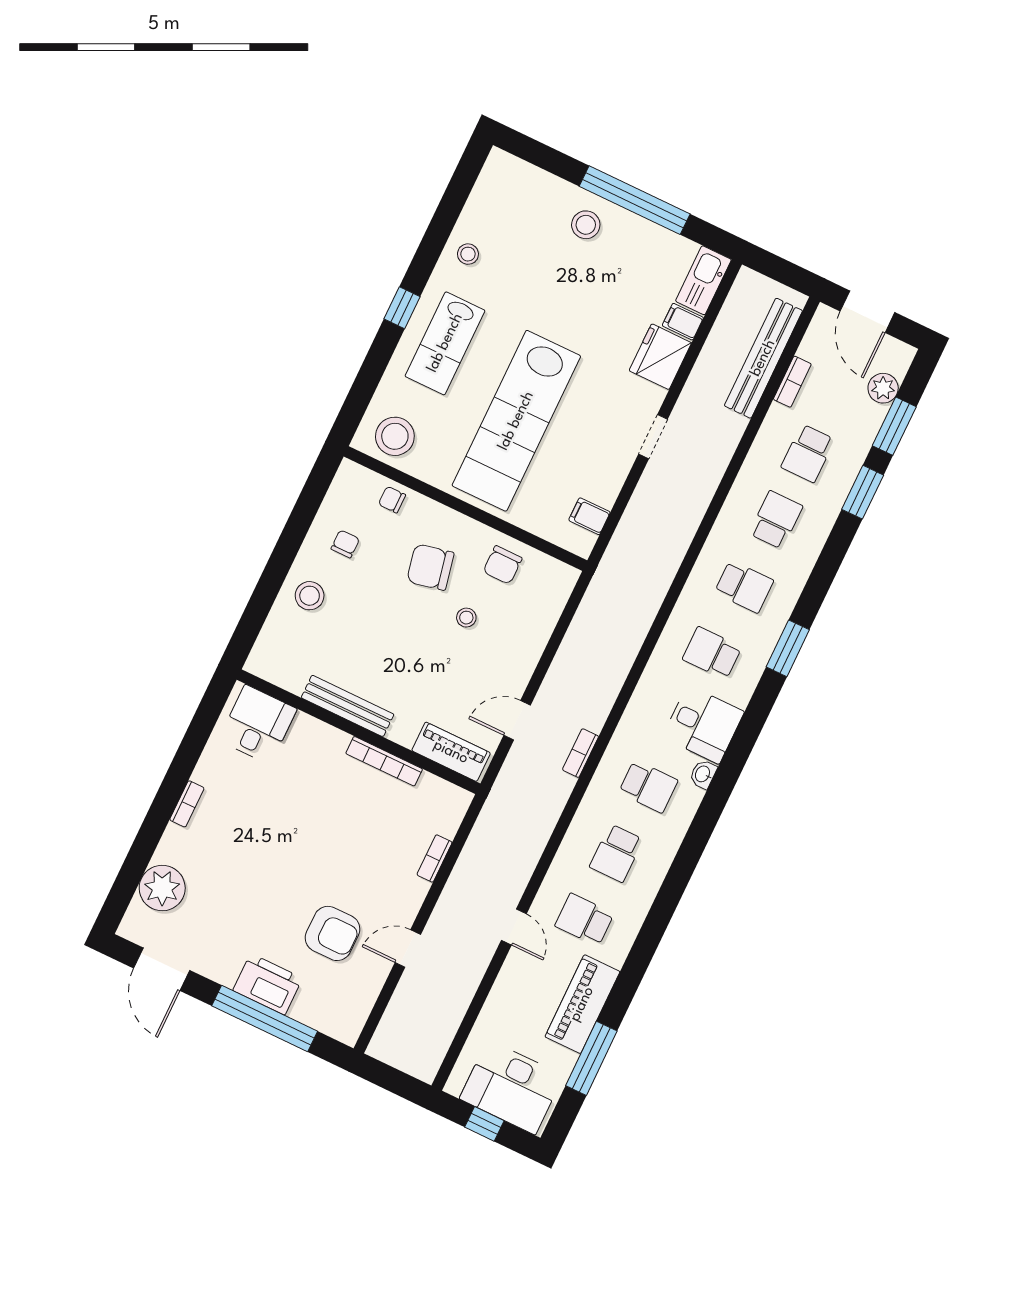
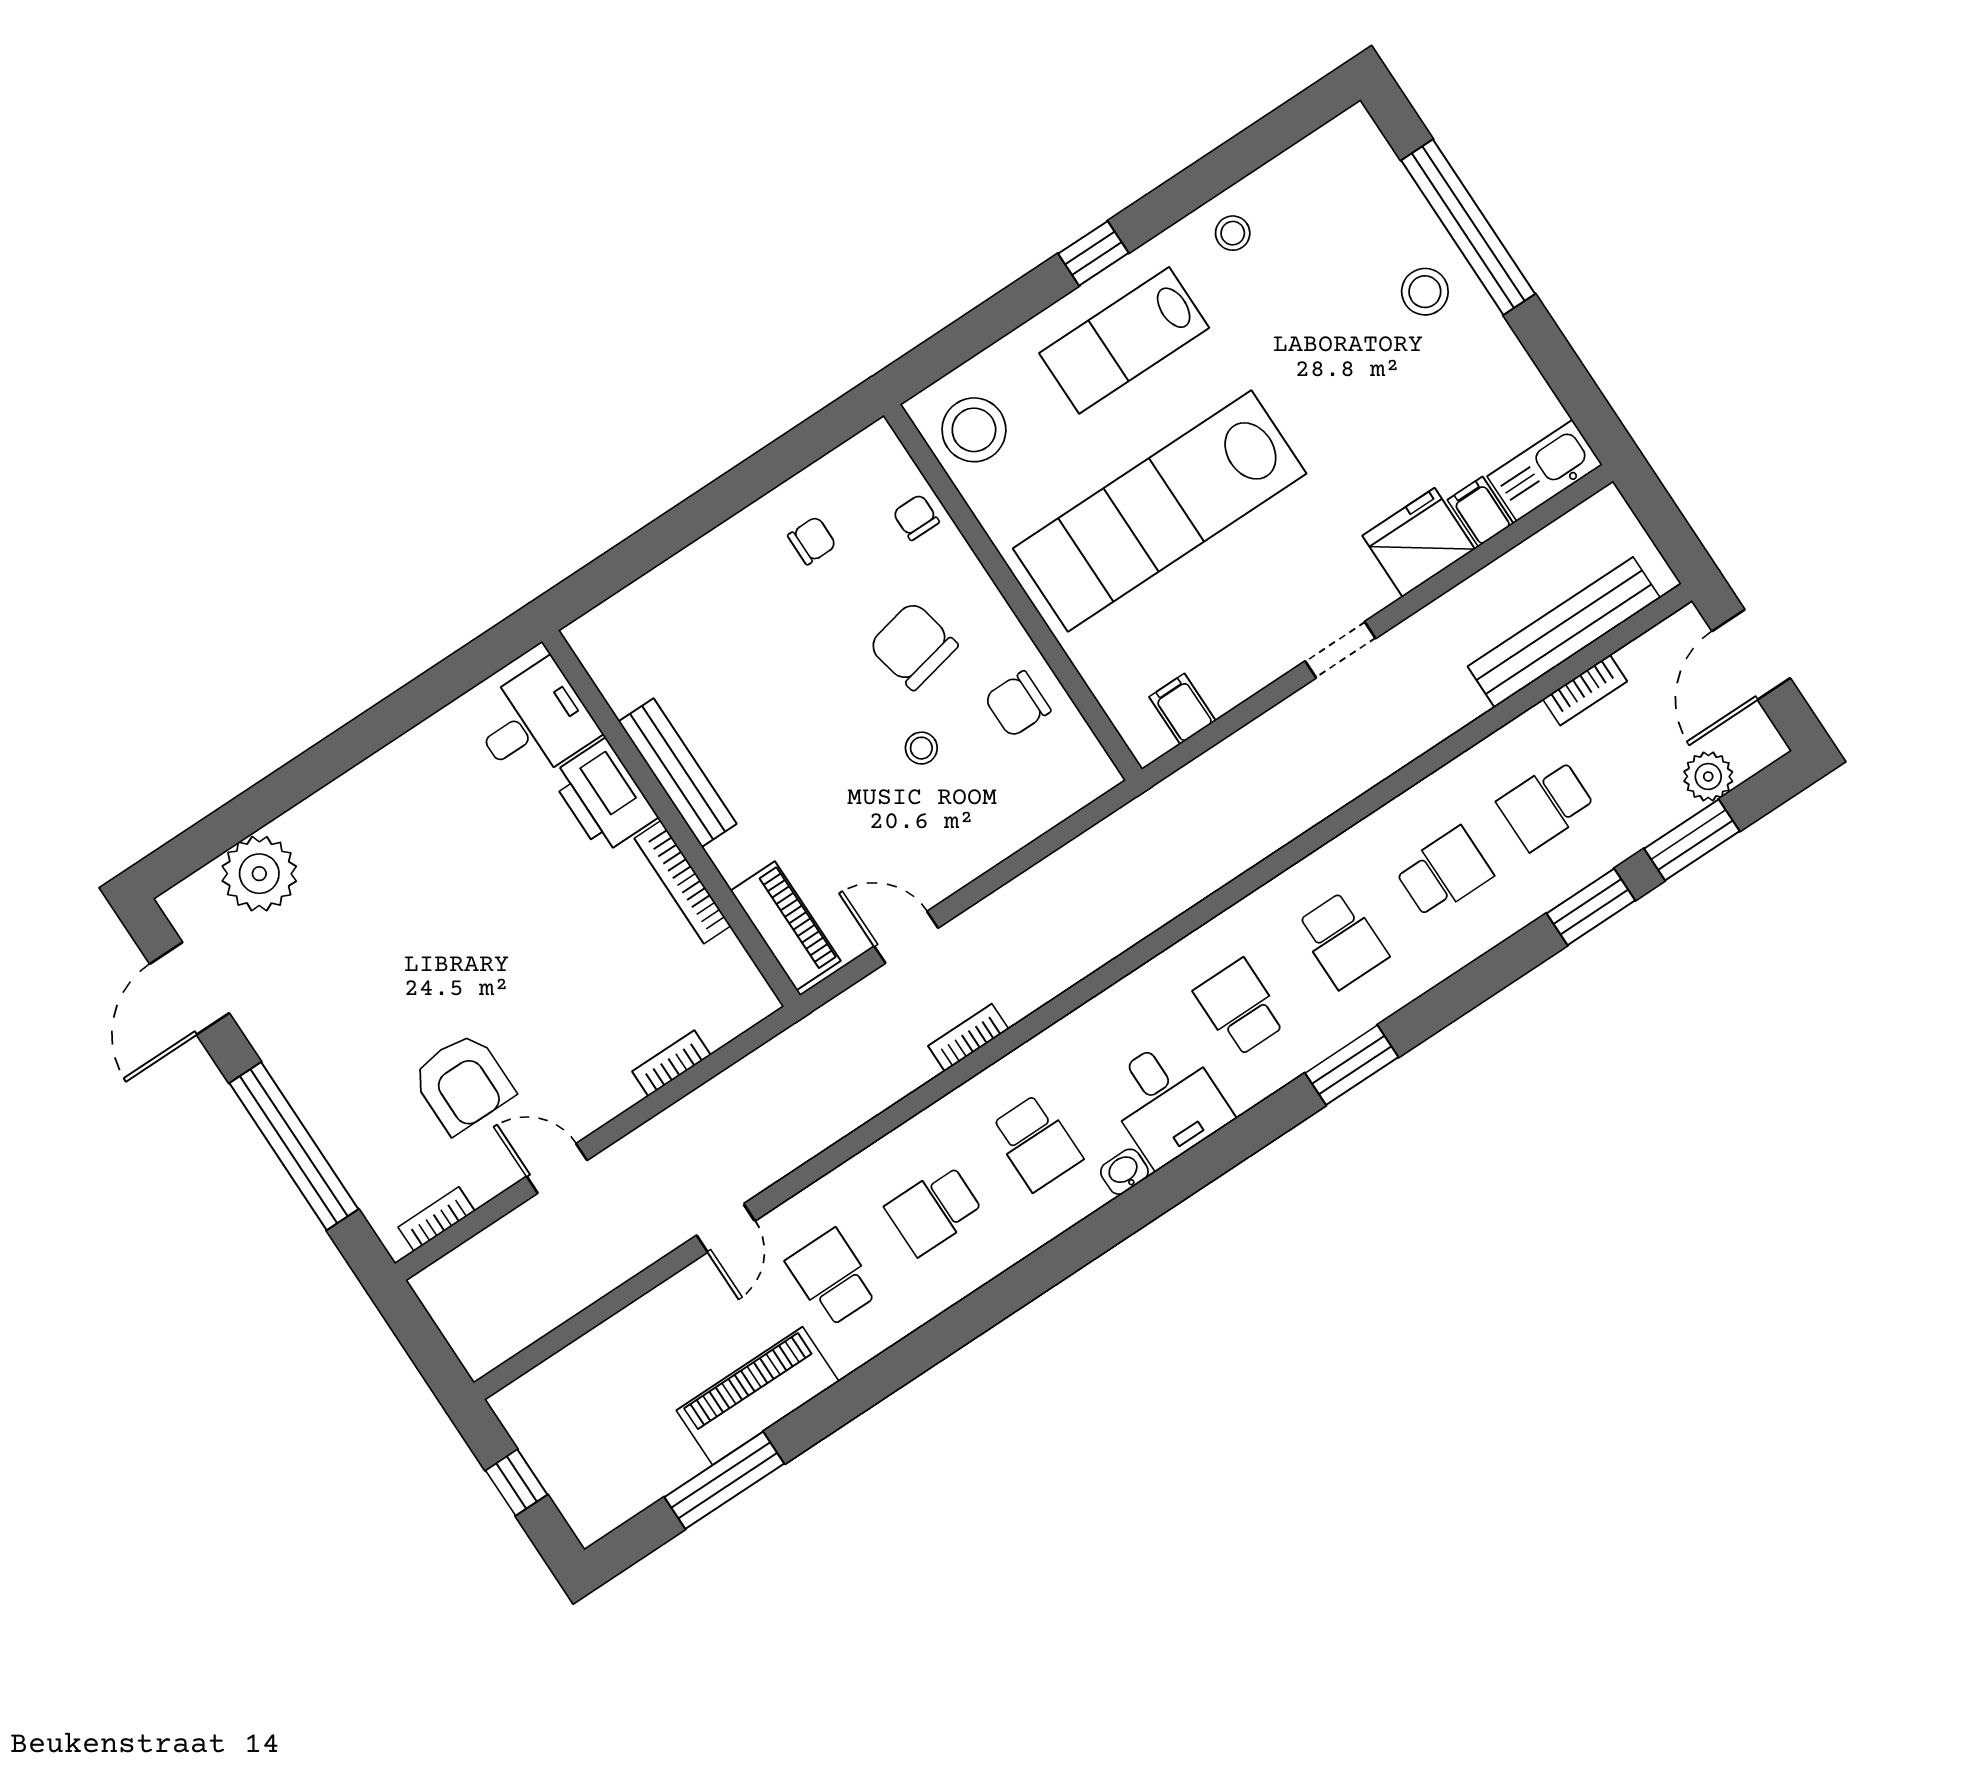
window: (635, 200) -> (1468, 227), moved
stool: (310, 596) -> (717, 584), removed
bookcase: (187, 804) -> (436, 1219), moved, turned 180
printer: (268, 984) -> (604, 796), moved, turned 180
desk: (511, 1087) -> (586, 1453), removed

